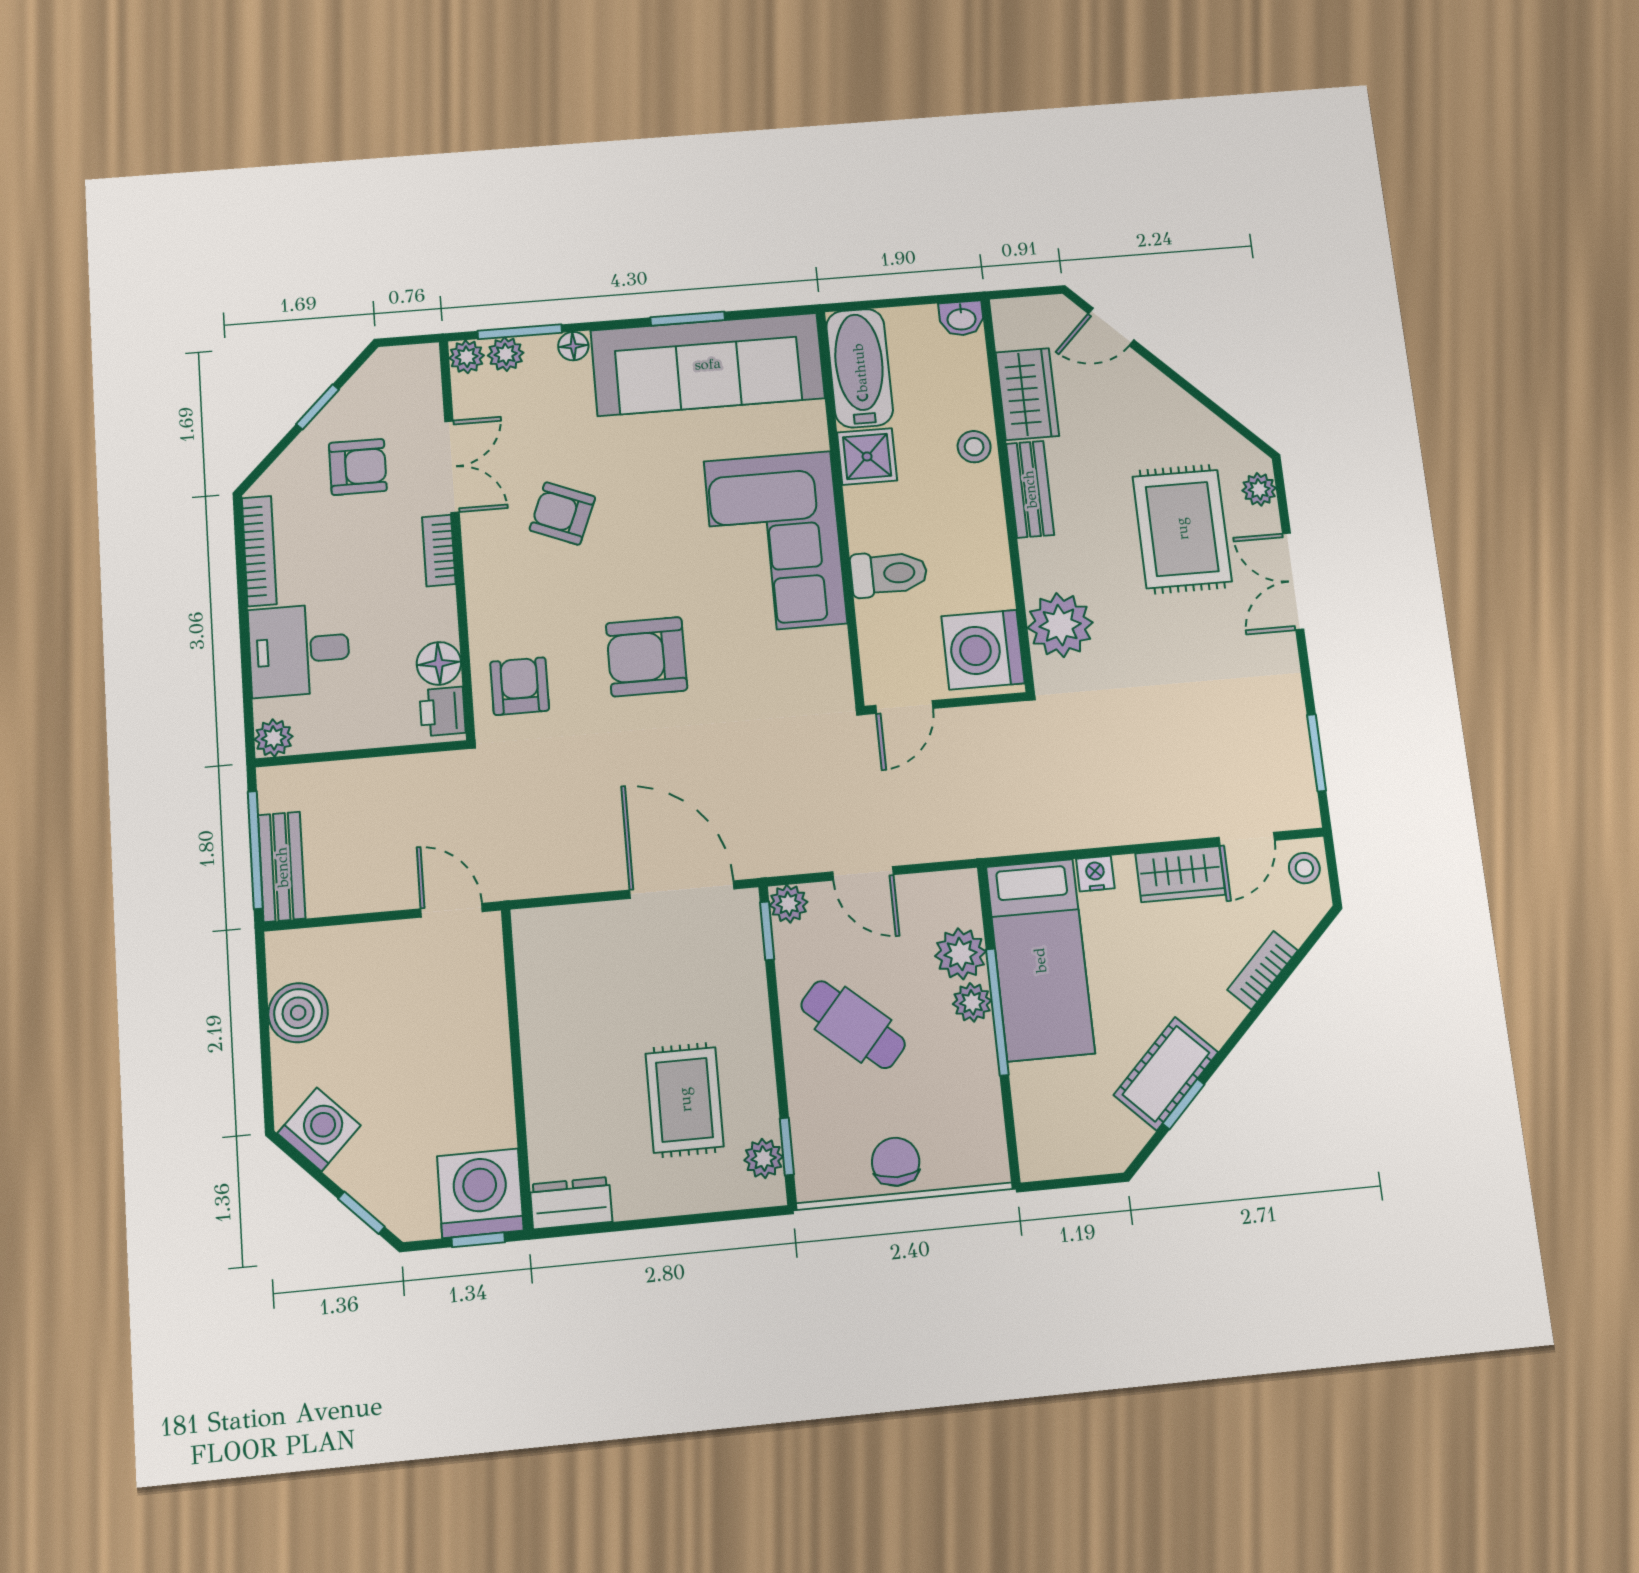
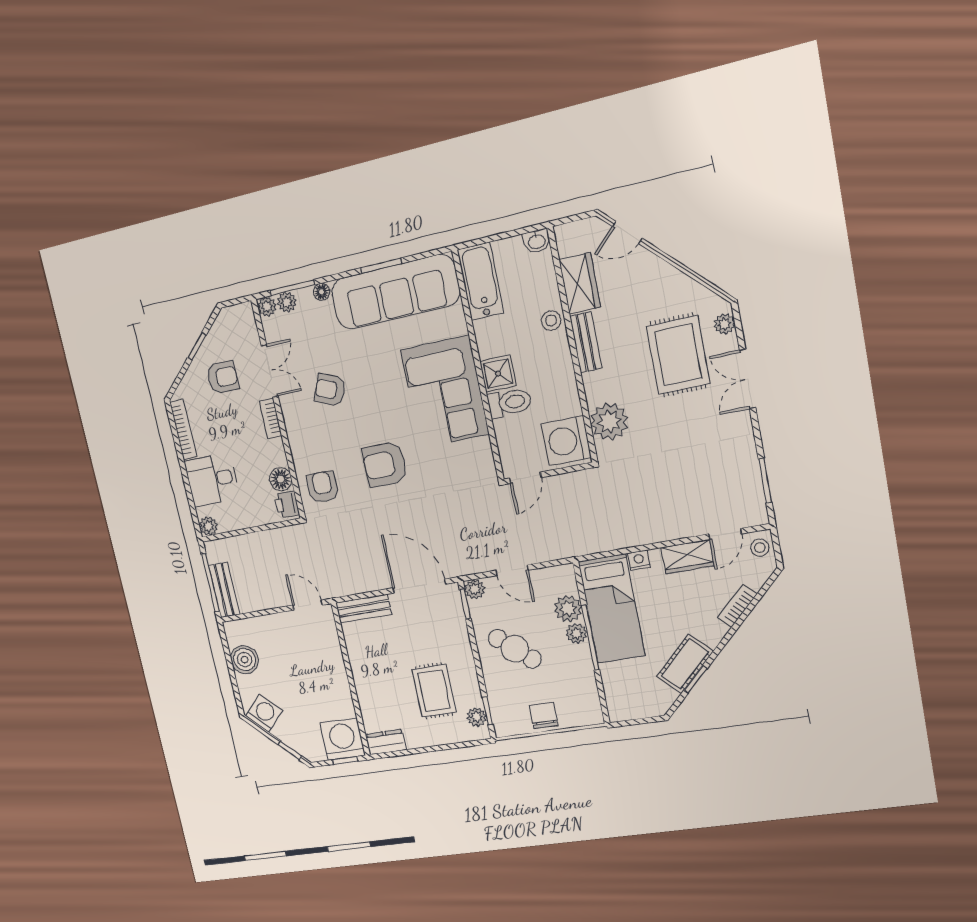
shower: (867, 457) -> (498, 374), moved
bench: (565, 925) -> (364, 608), added

